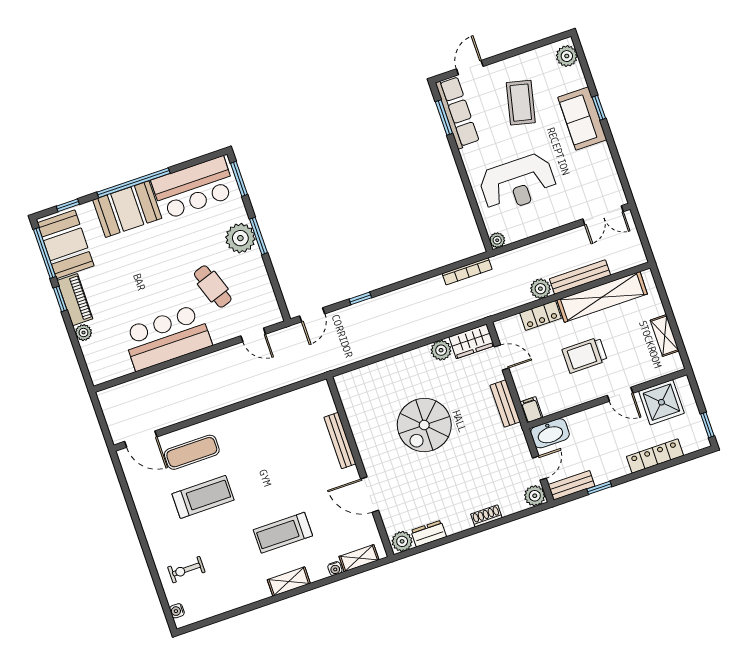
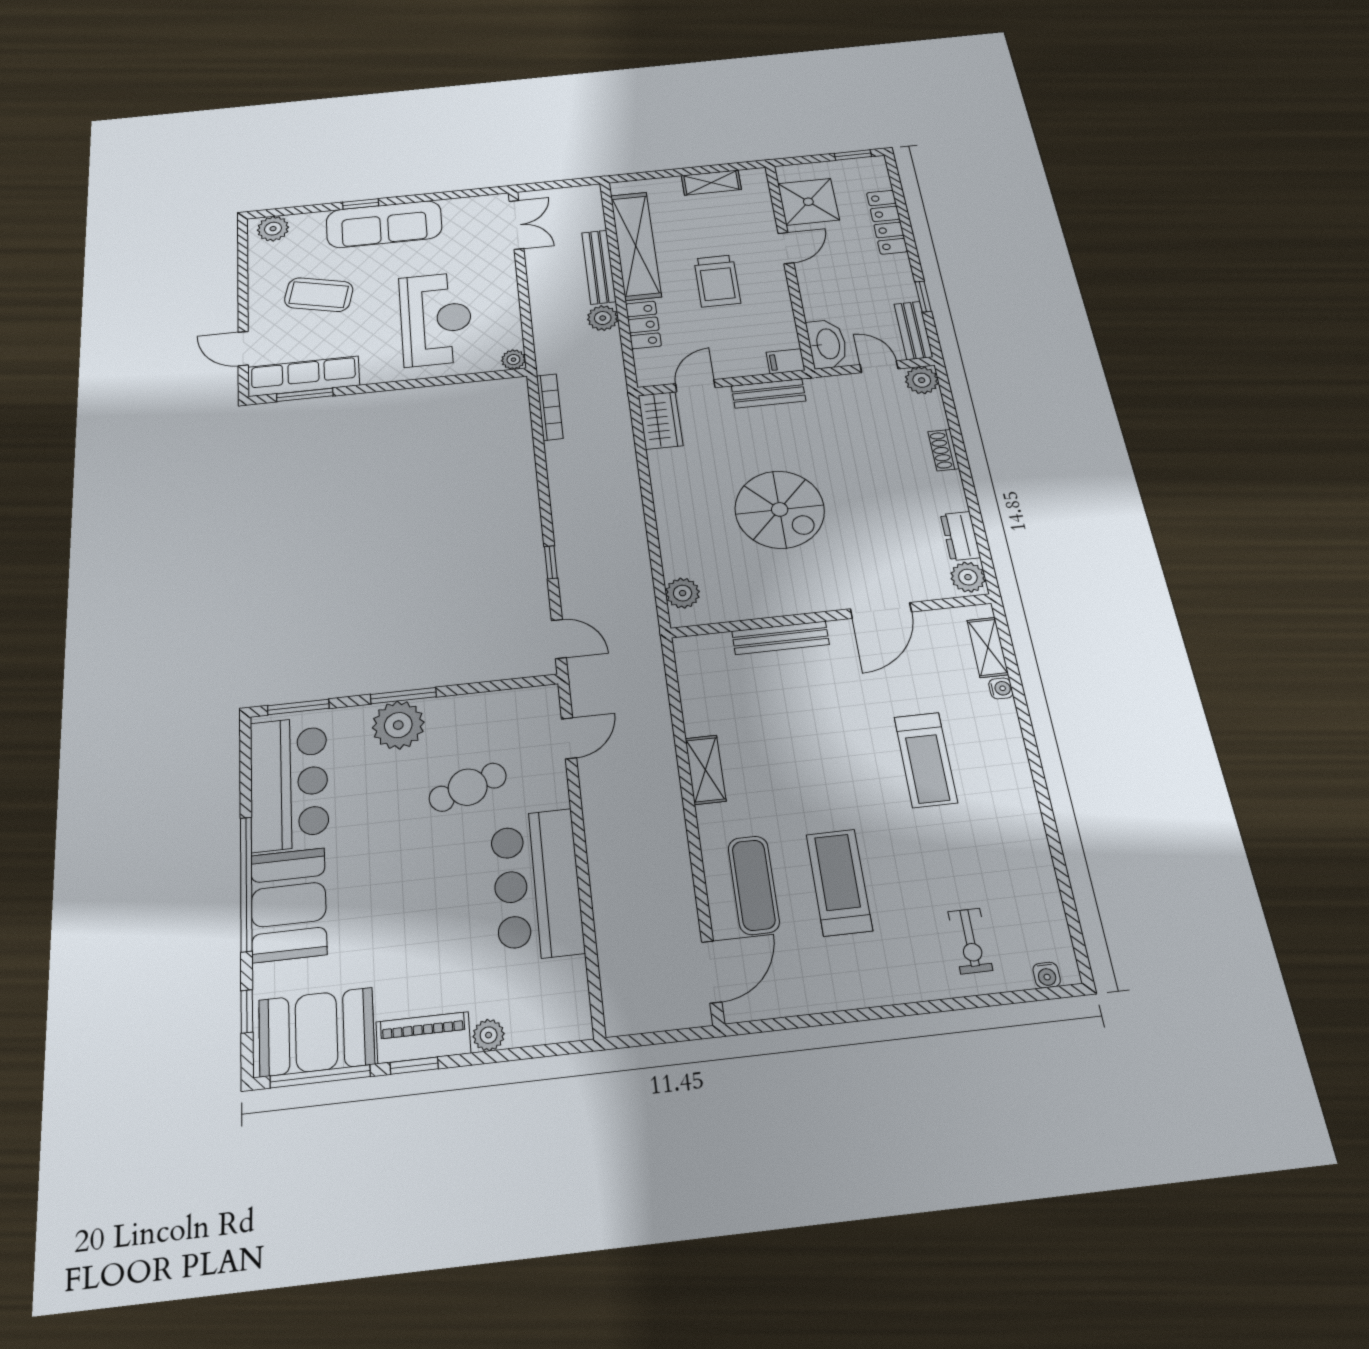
sofa: (582, 119) -> (384, 224), width x1.36
plant: (441, 350) -> (683, 593), moved
shelving: (289, 582) -> (705, 770), moved

